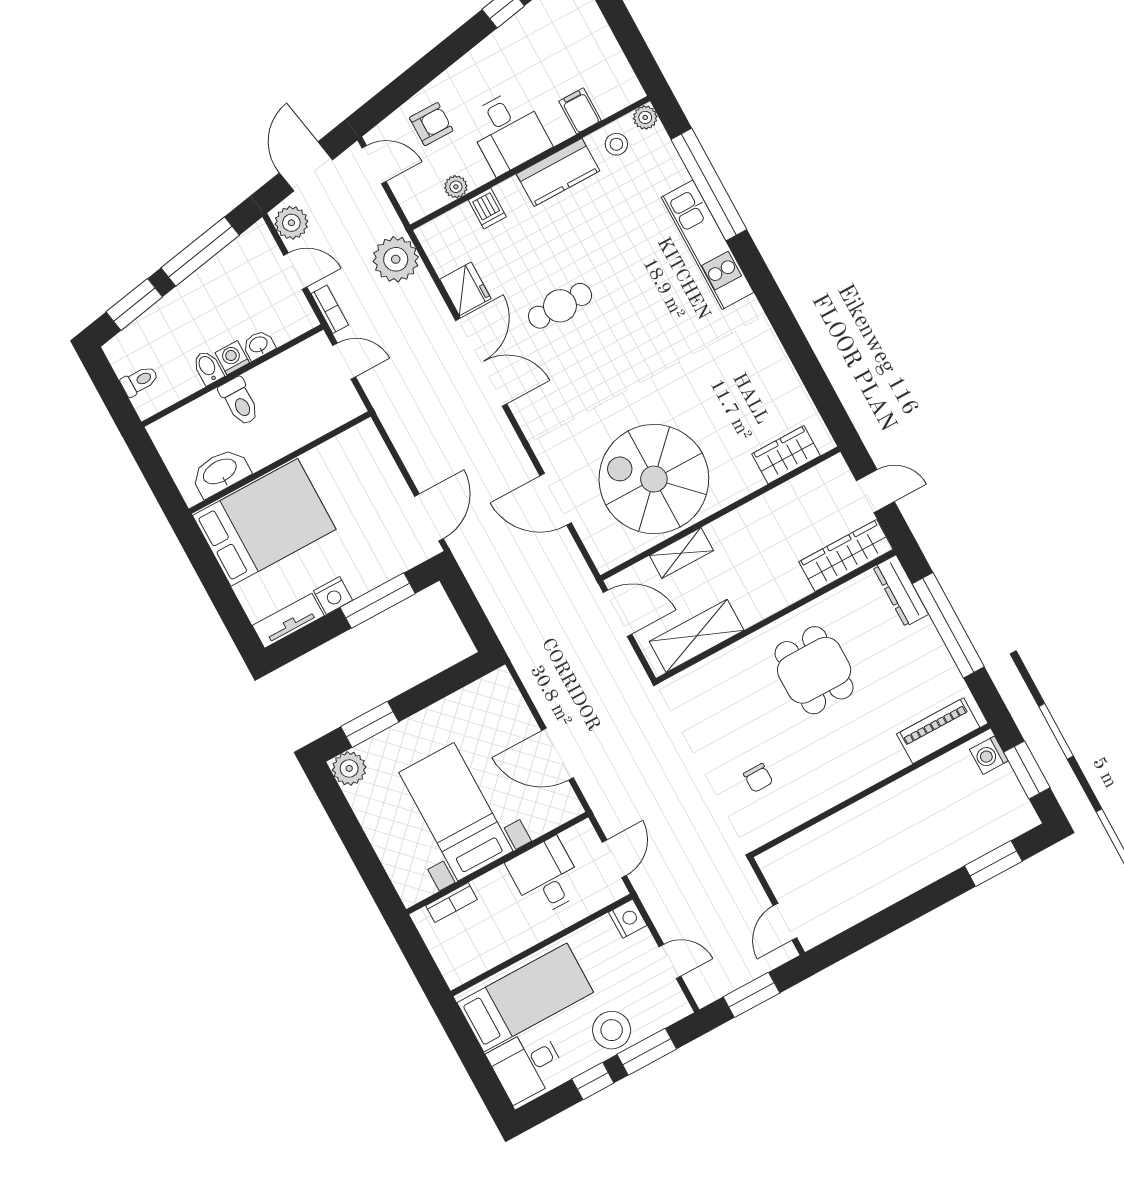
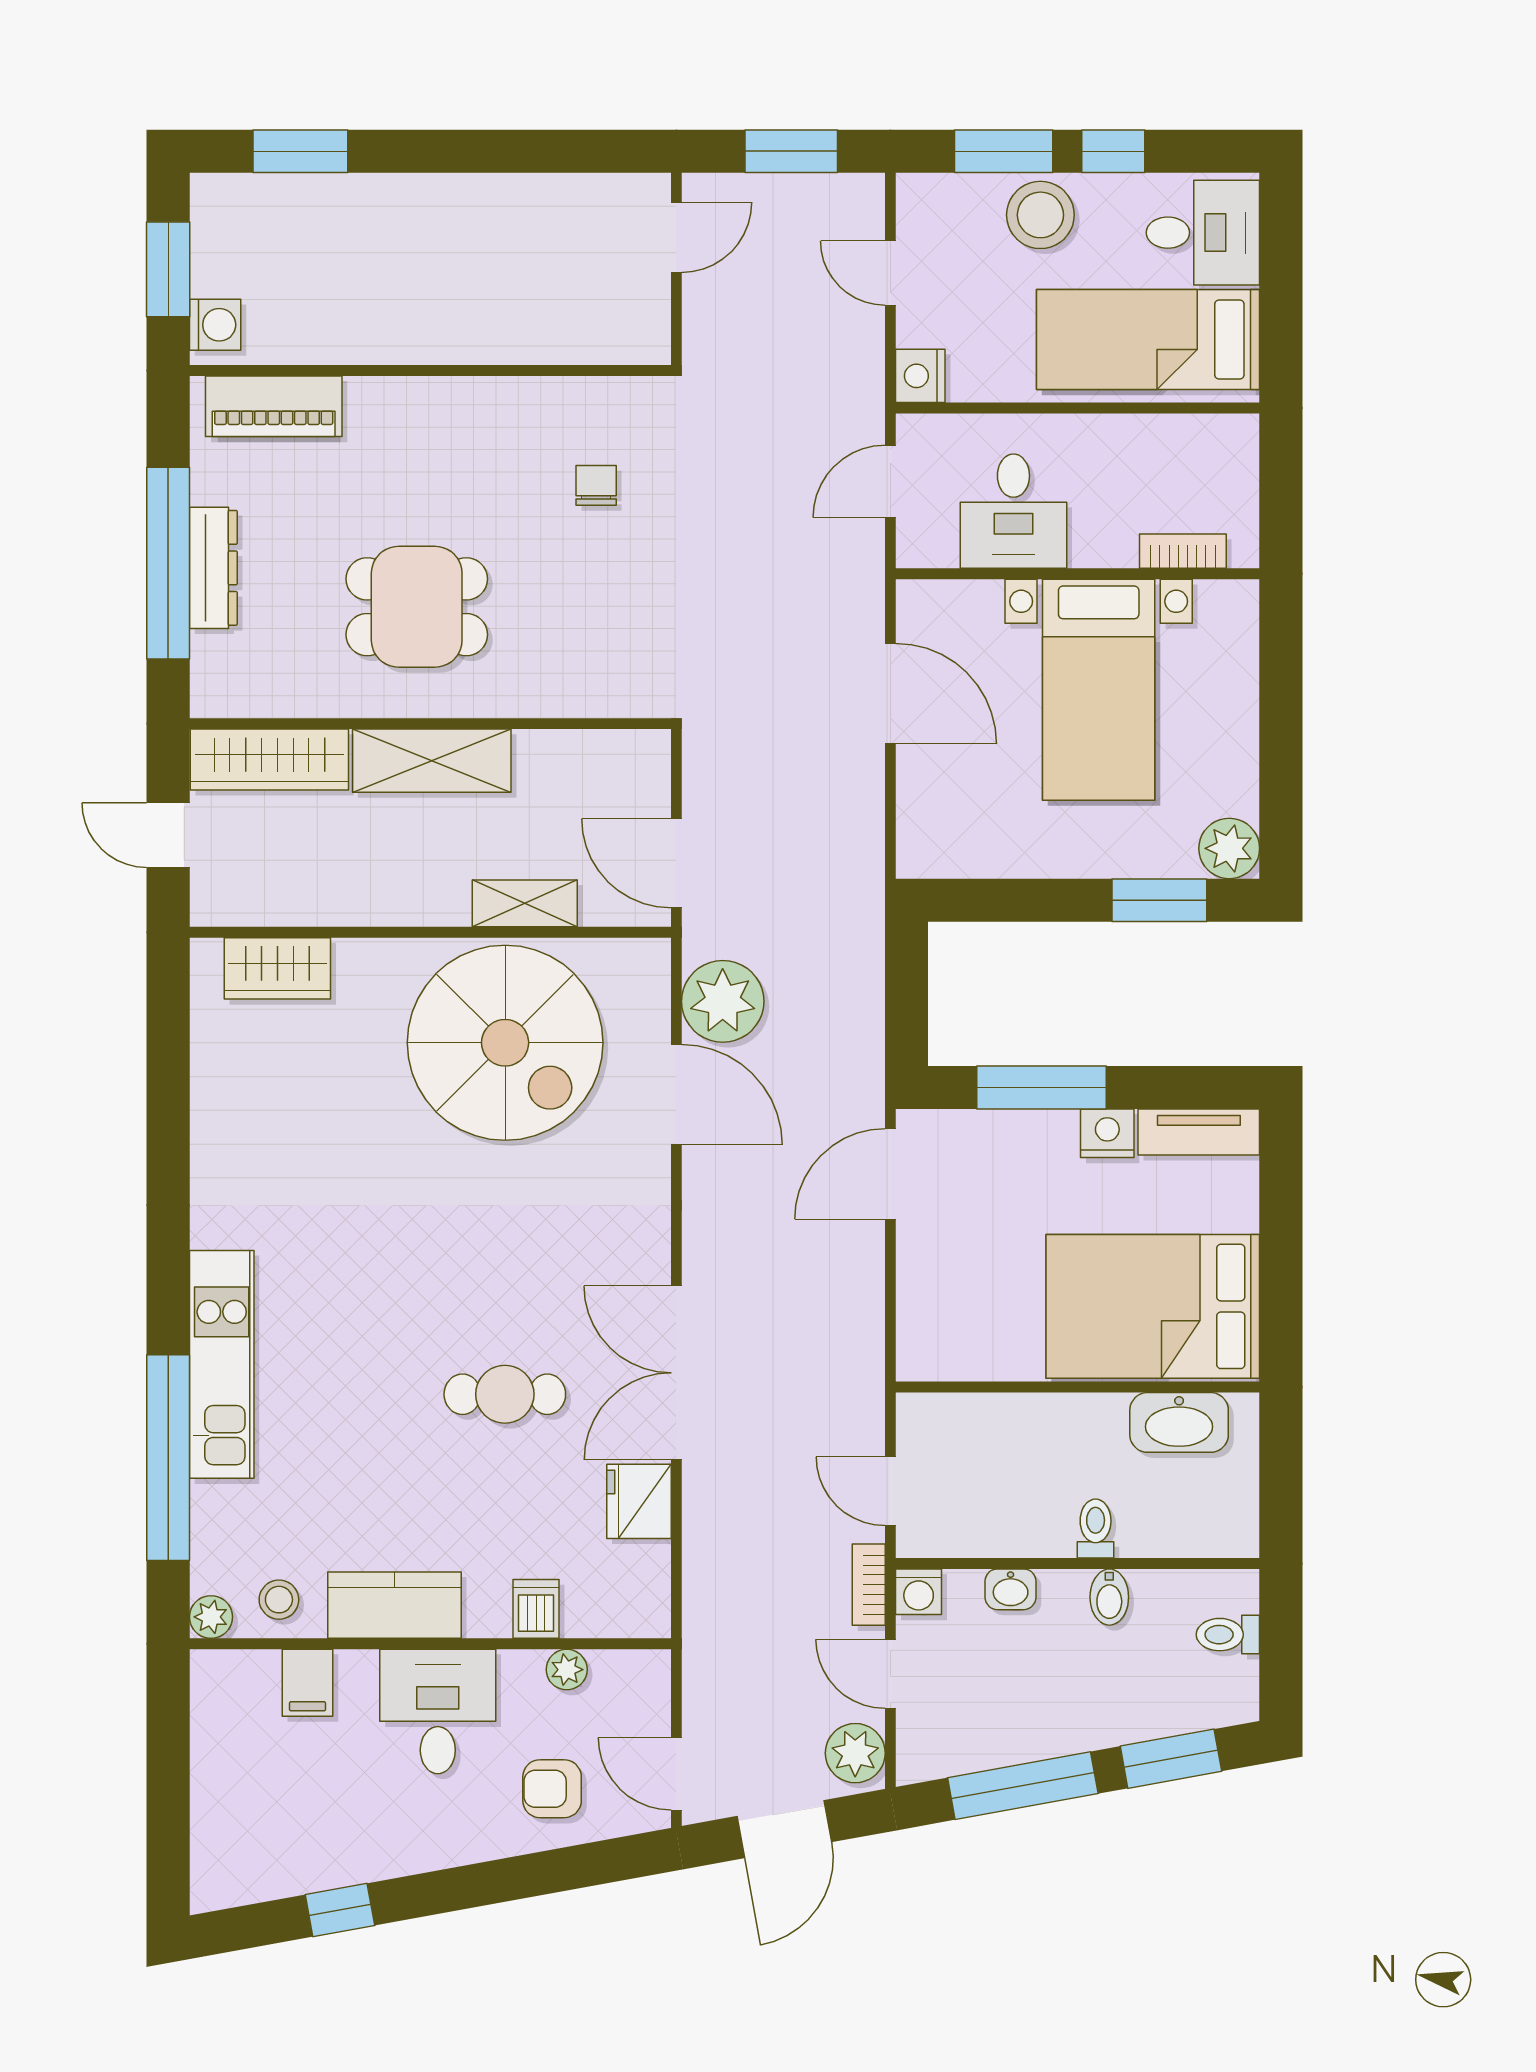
plant: (396, 259) -> (723, 1001), moved
washing machine: (232, 358) -> (919, 1592), moved
toilet: (239, 401) -> (1096, 1529), width x0.73, depth x0.72
dresser: (901, 591) -> (213, 568), moved
shelving: (697, 636) -> (432, 761), moved
dining table: (814, 670) -> (417, 607), turned 90

